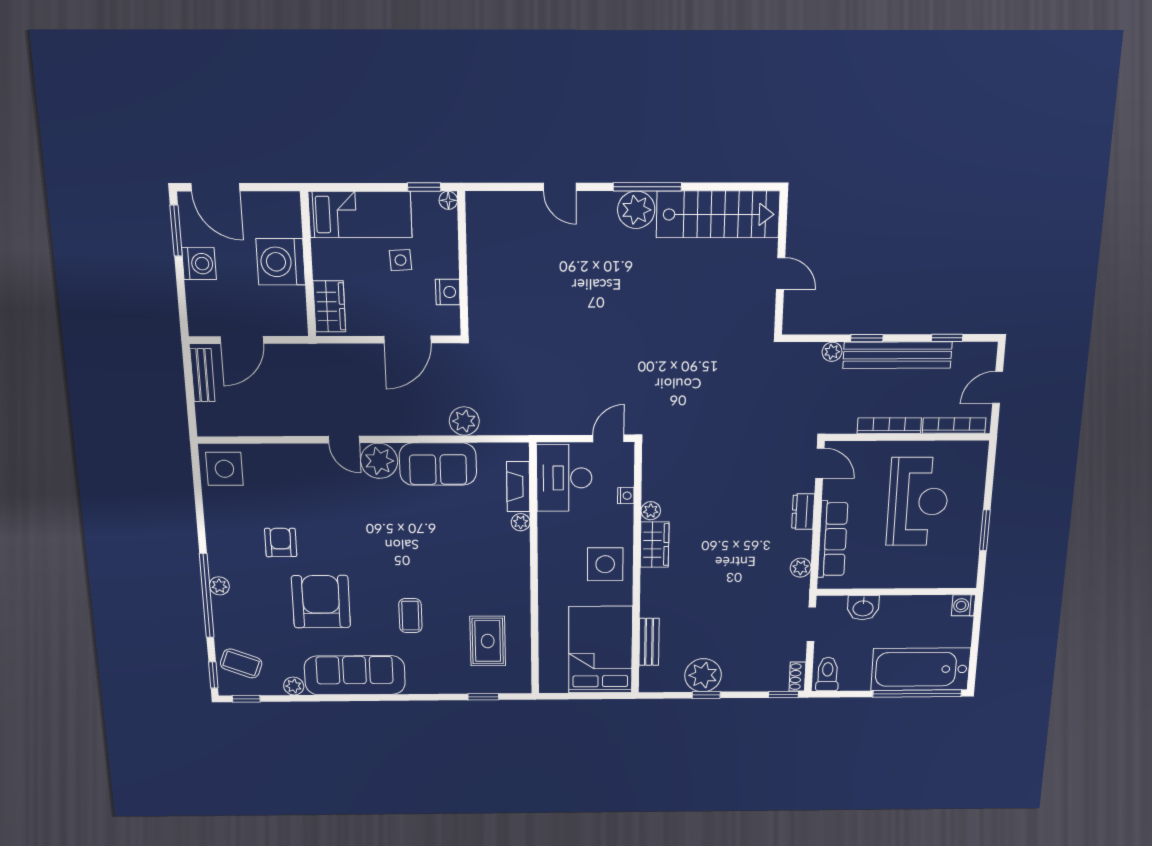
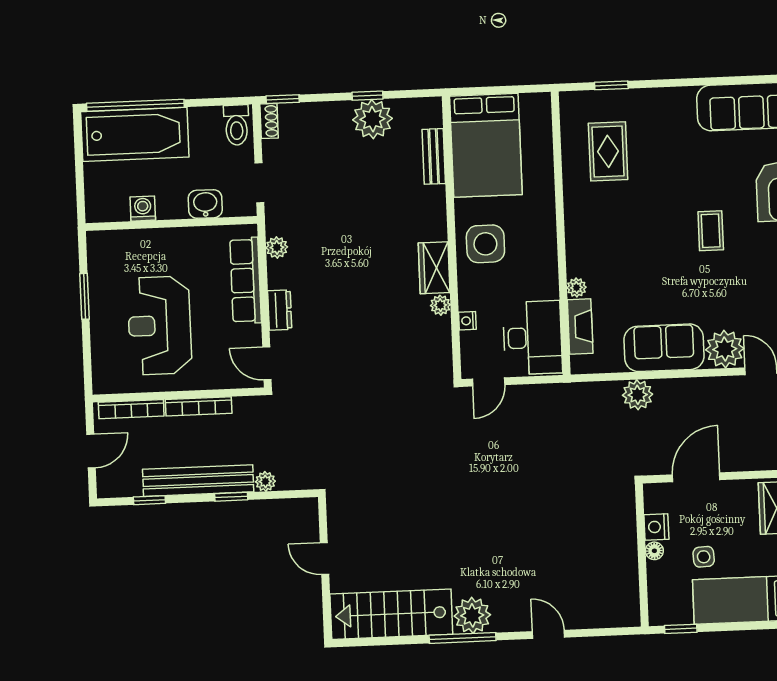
floor lamp: (448, 200) -> (654, 551), moved
washing machine: (963, 605) -> (143, 209), moved, turned -90
coffee table: (410, 616) -> (711, 231), moved

